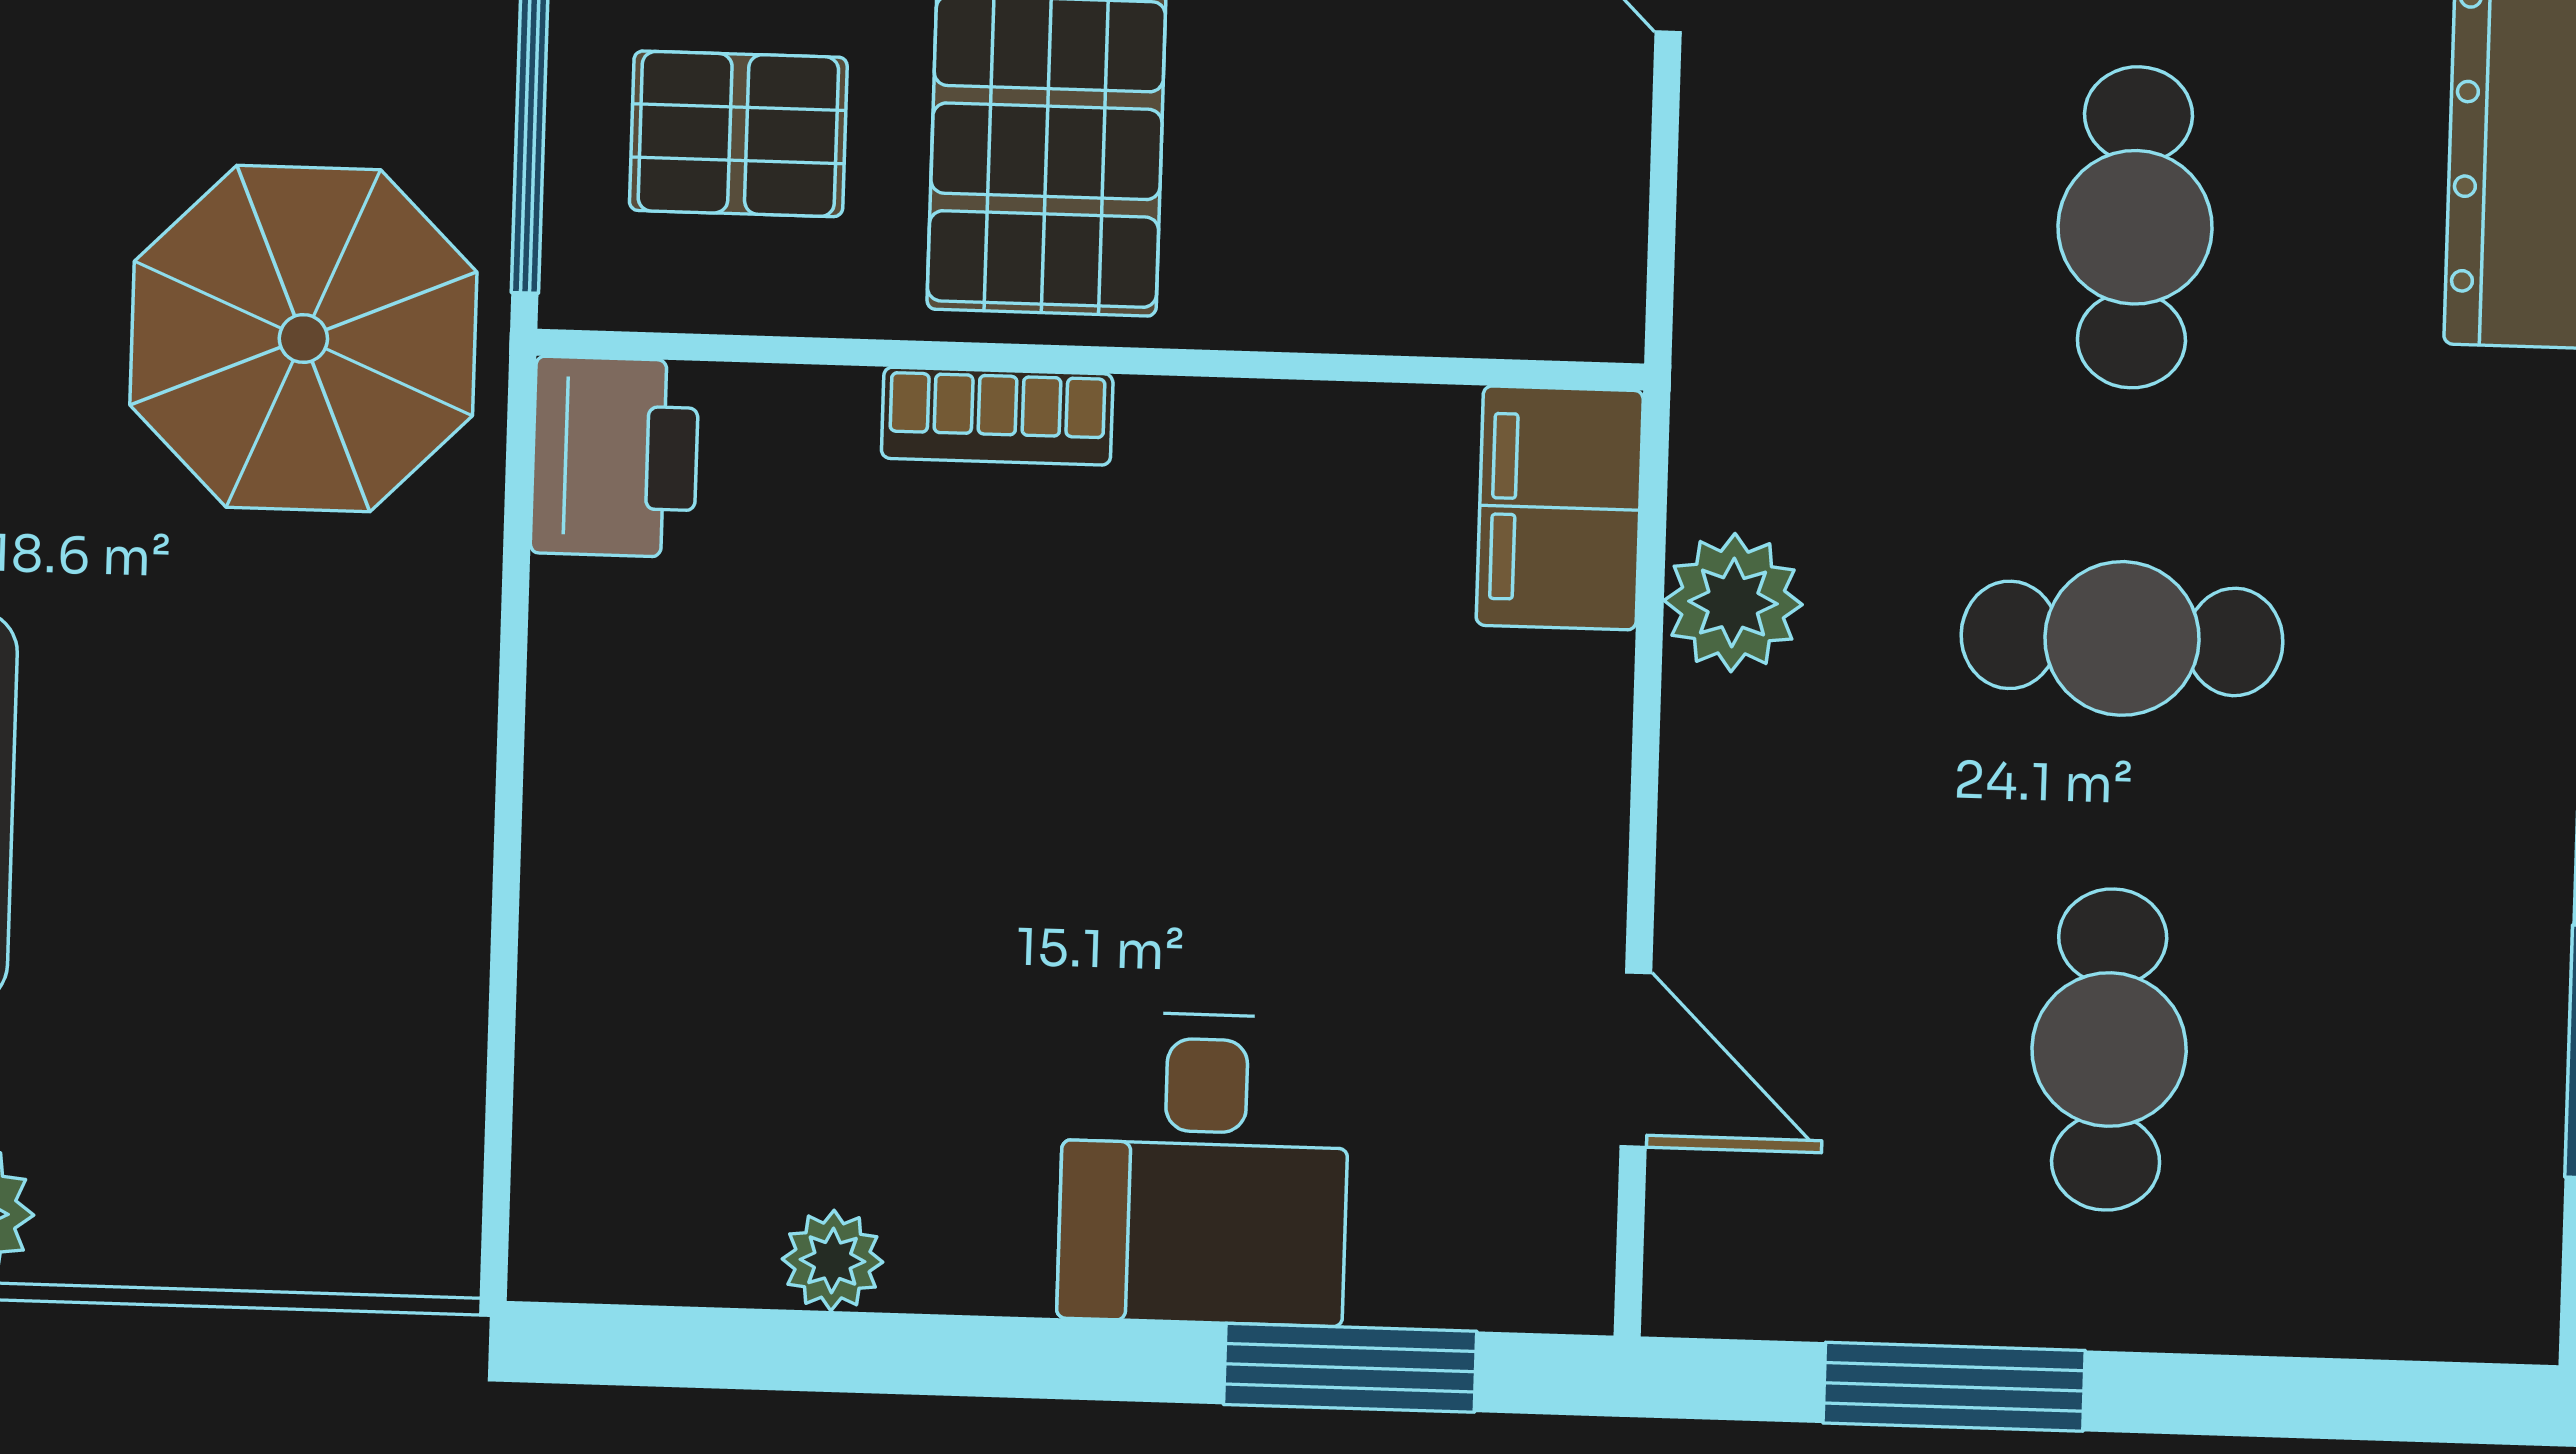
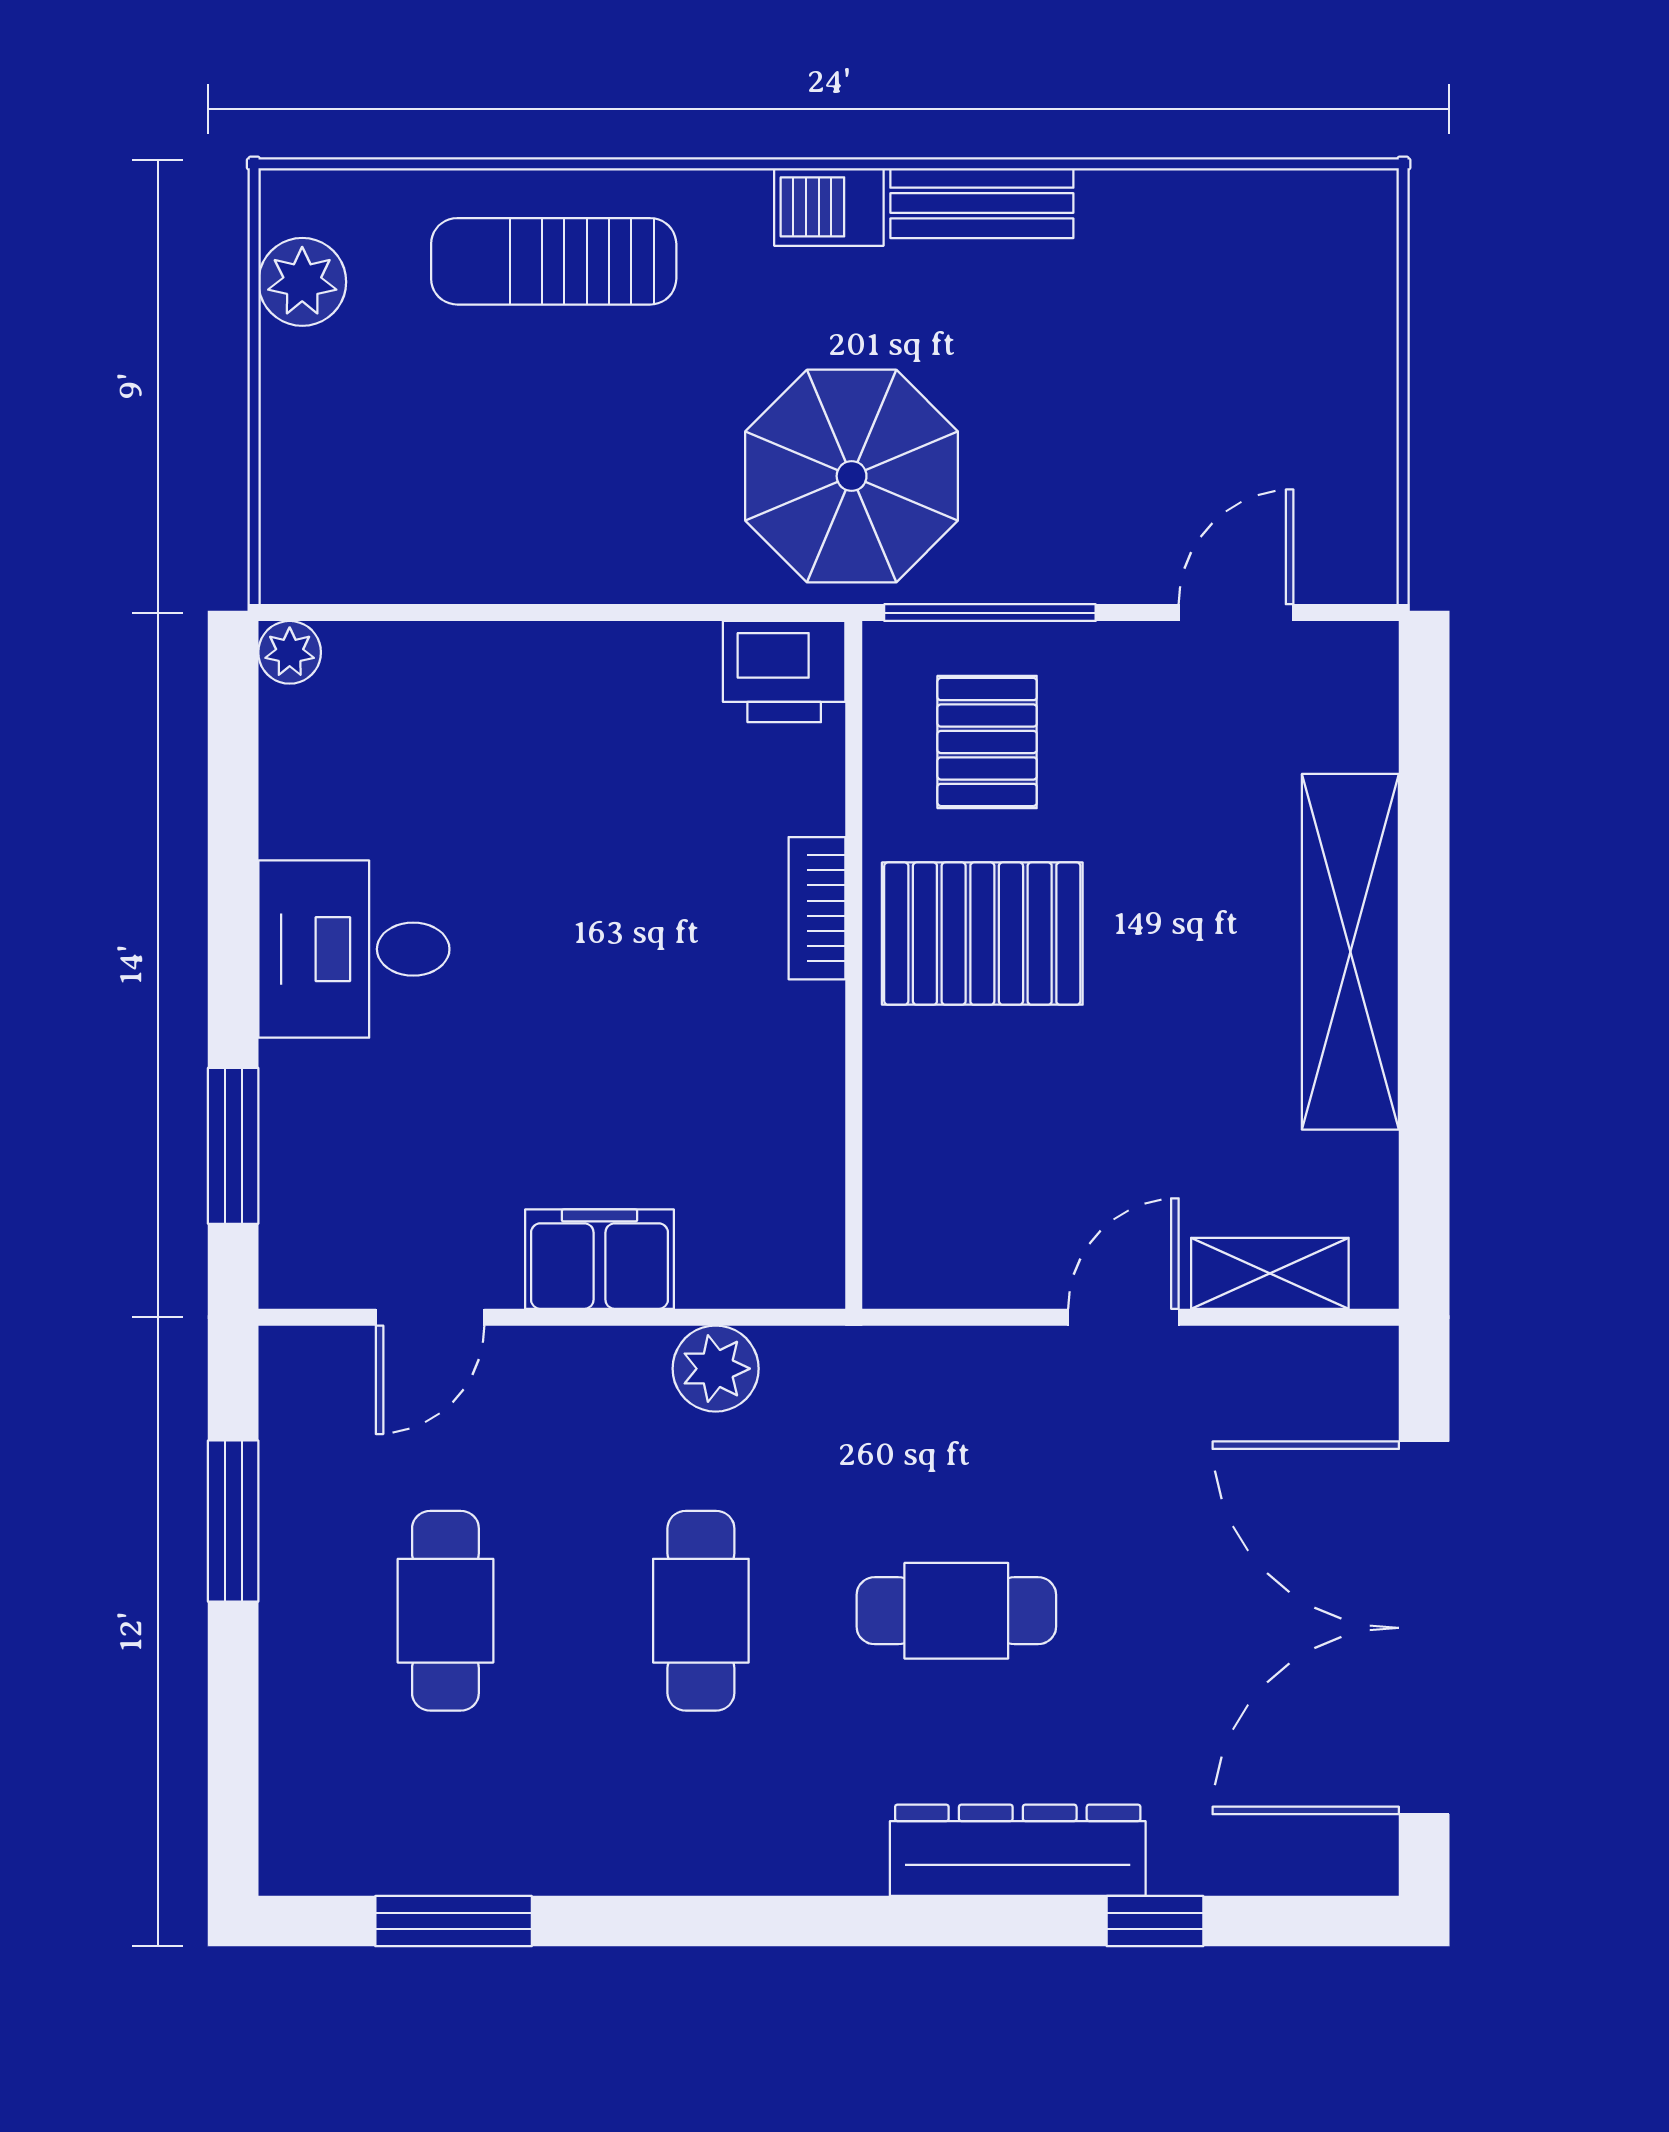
filing cabinet: (1560, 508) -> (600, 1259), moved
cafe table: (2109, 1050) -> (445, 1611), turned 90
desk: (1204, 1169) -> (354, 949), moved
plant: (832, 1260) -> (290, 652), moved

